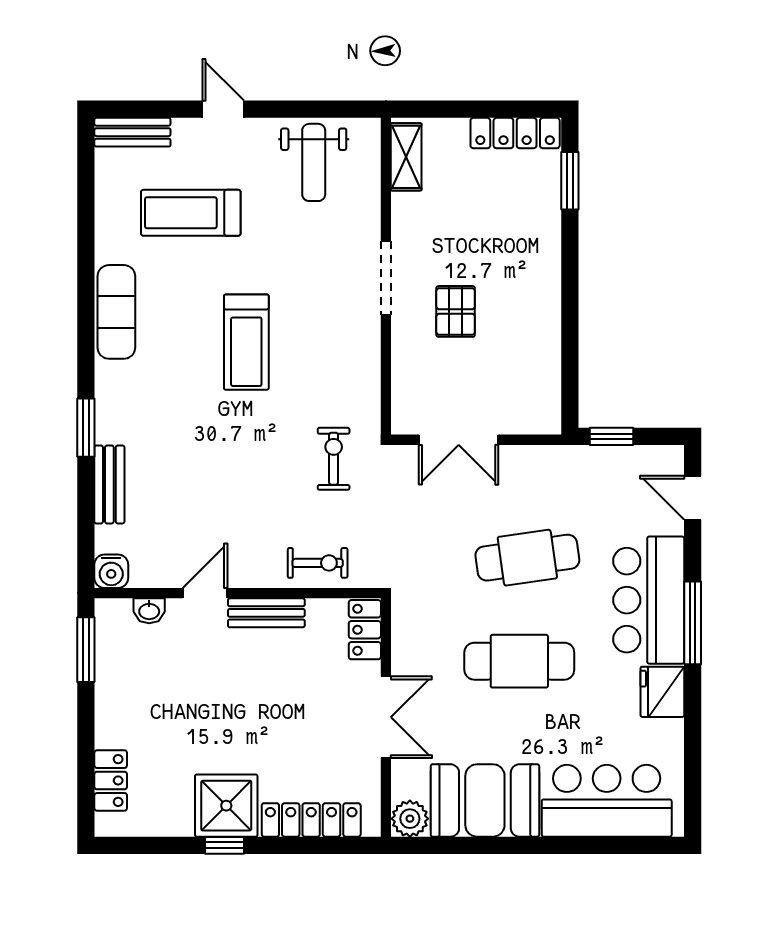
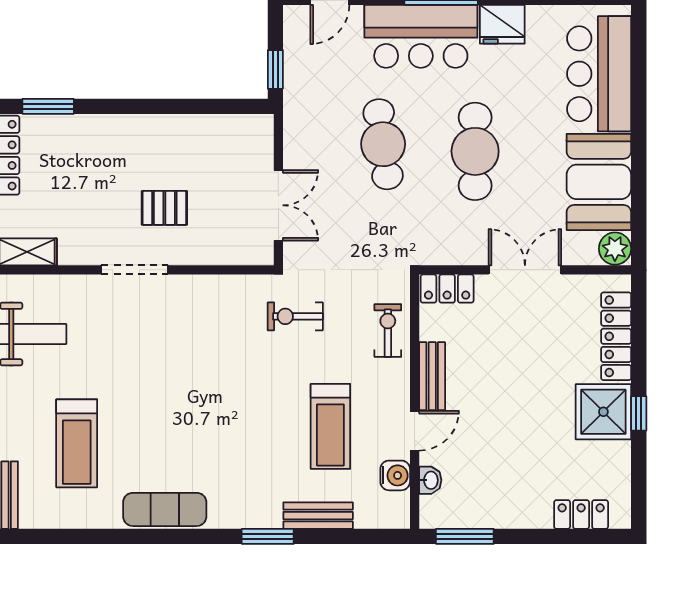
treadmill: (246, 342) -> (330, 426), moved, turned 90
water cooler: (111, 571) -> (395, 475), moved
door: (205, 593) -> (415, 431), swing flipped

